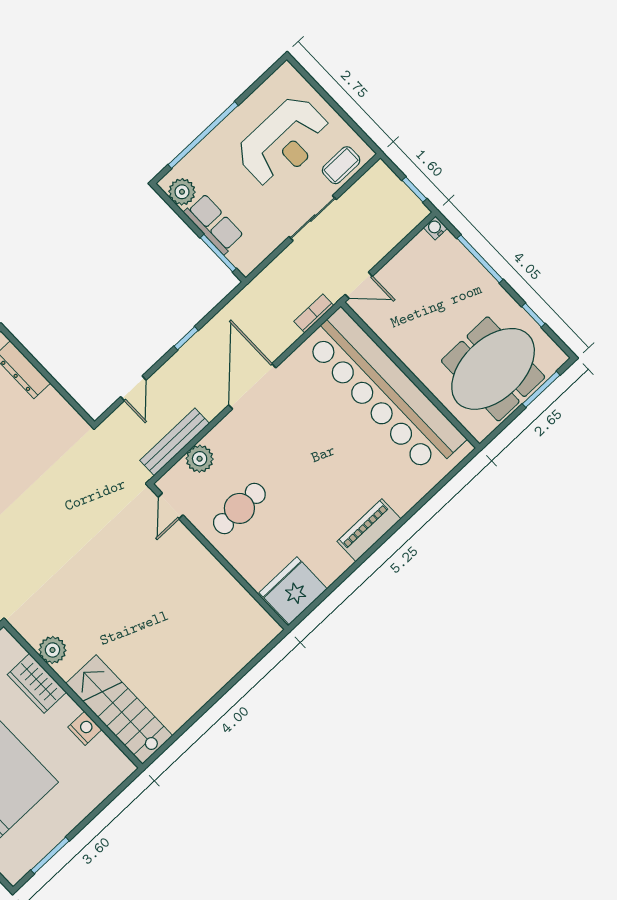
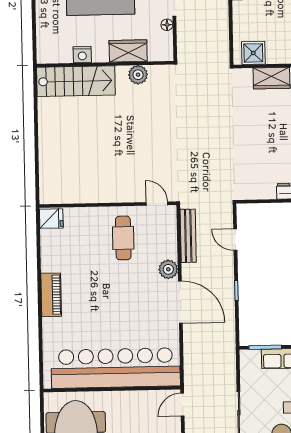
bookcase: (314, 313) -> (189, 368), removed
plant: (200, 459) -> (168, 269), moved
fridge: (293, 591) -> (51, 219), width x0.53, depth x0.75

